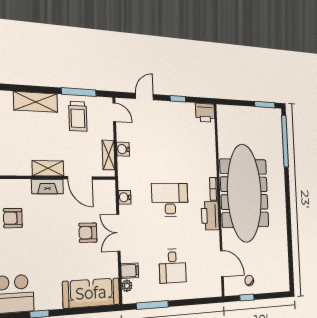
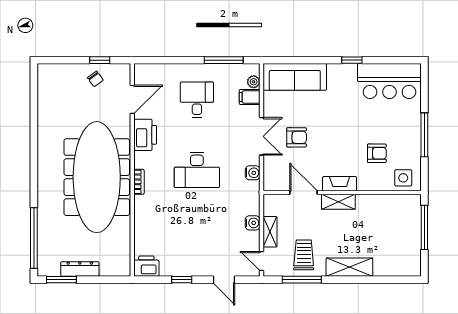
door: (145, 97) -> (224, 280), hinge flipped
dresser: (253, 113) -> (80, 269), added
shelving: (108, 155) -> (270, 232), moved
printer: (210, 216) -> (145, 135), moved
door: (222, 264) -> (132, 99), swing flipped

